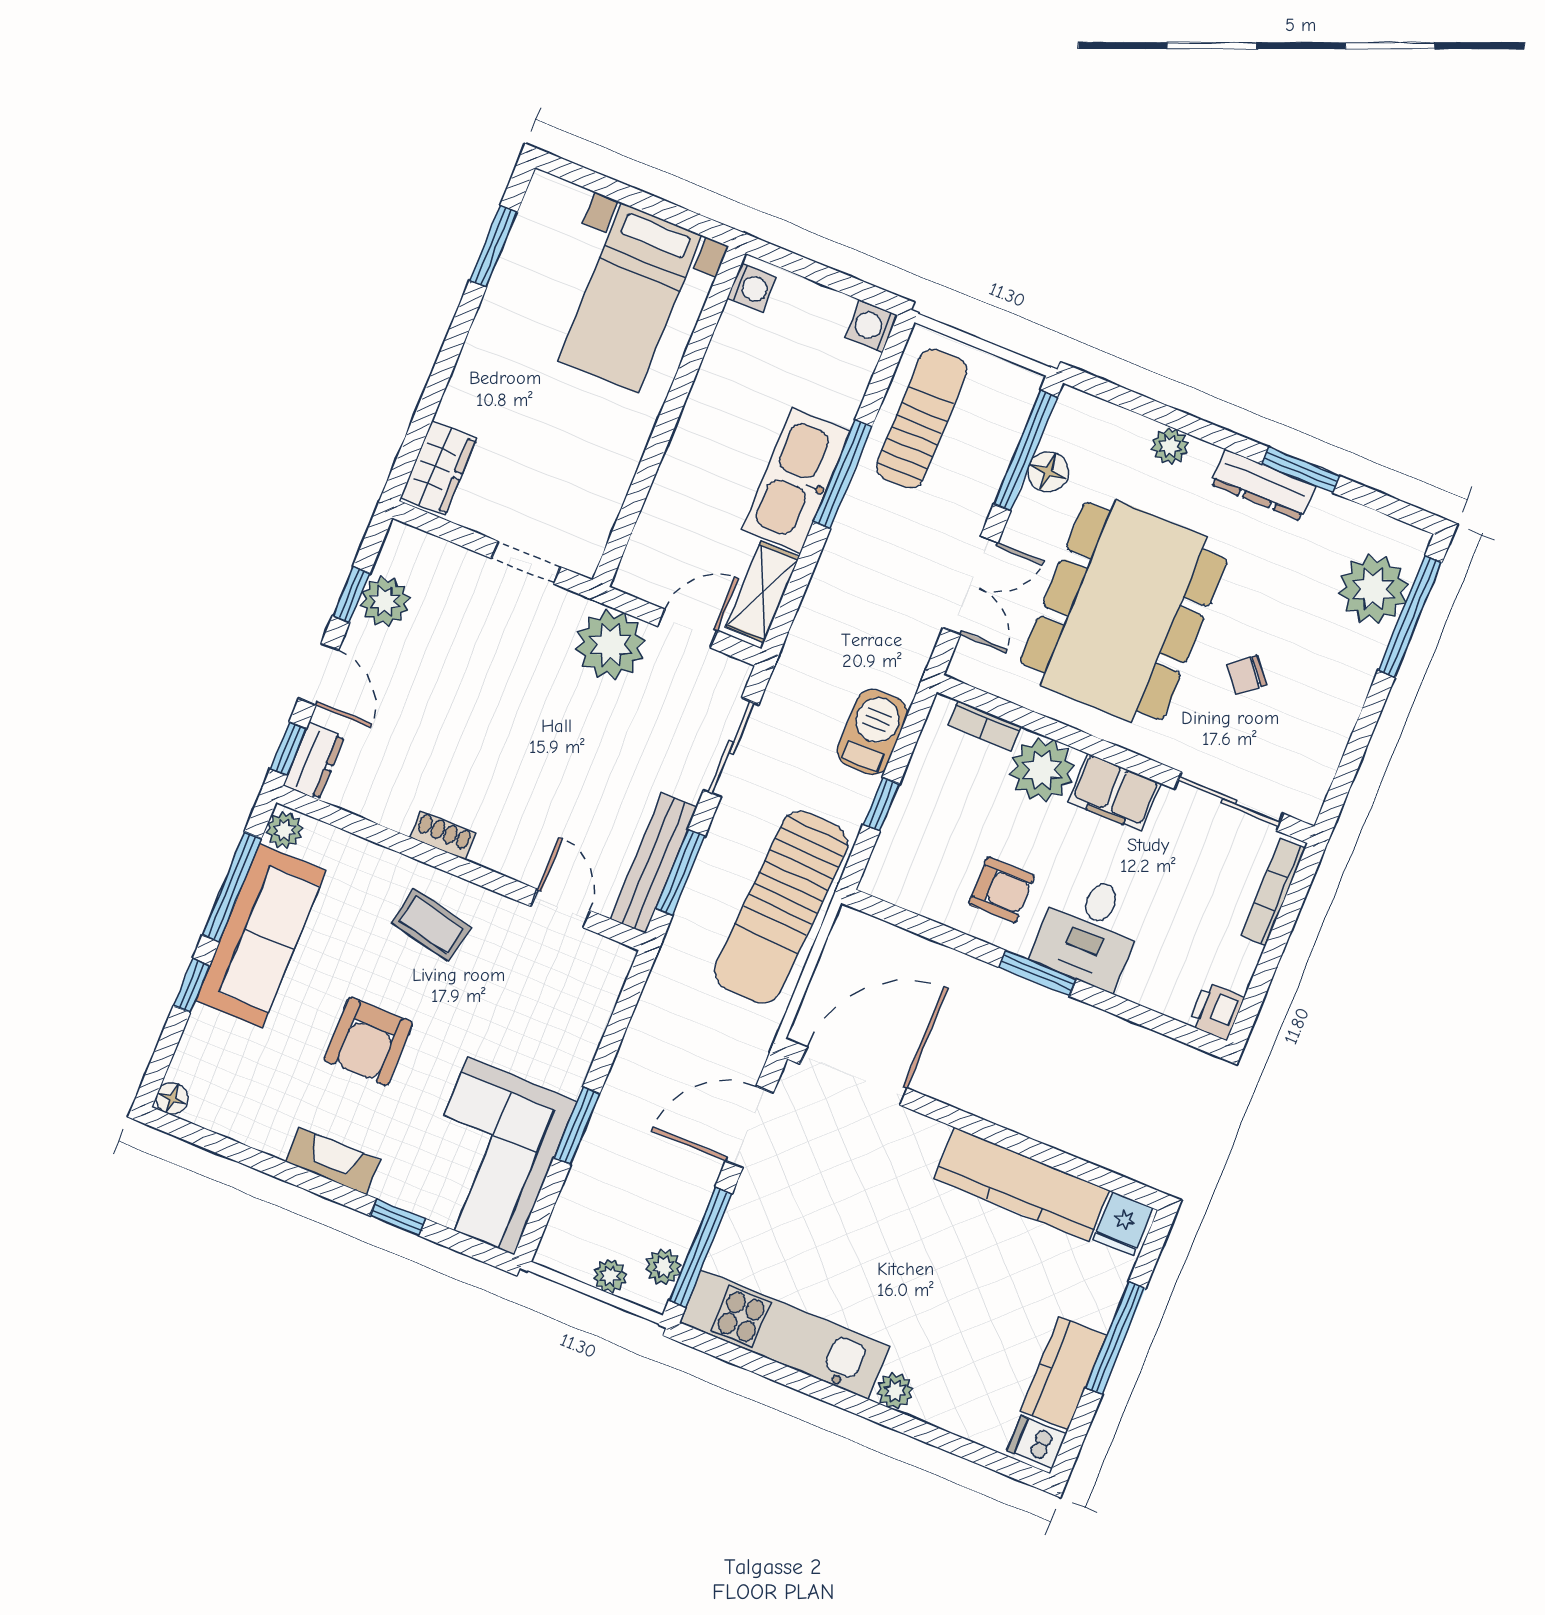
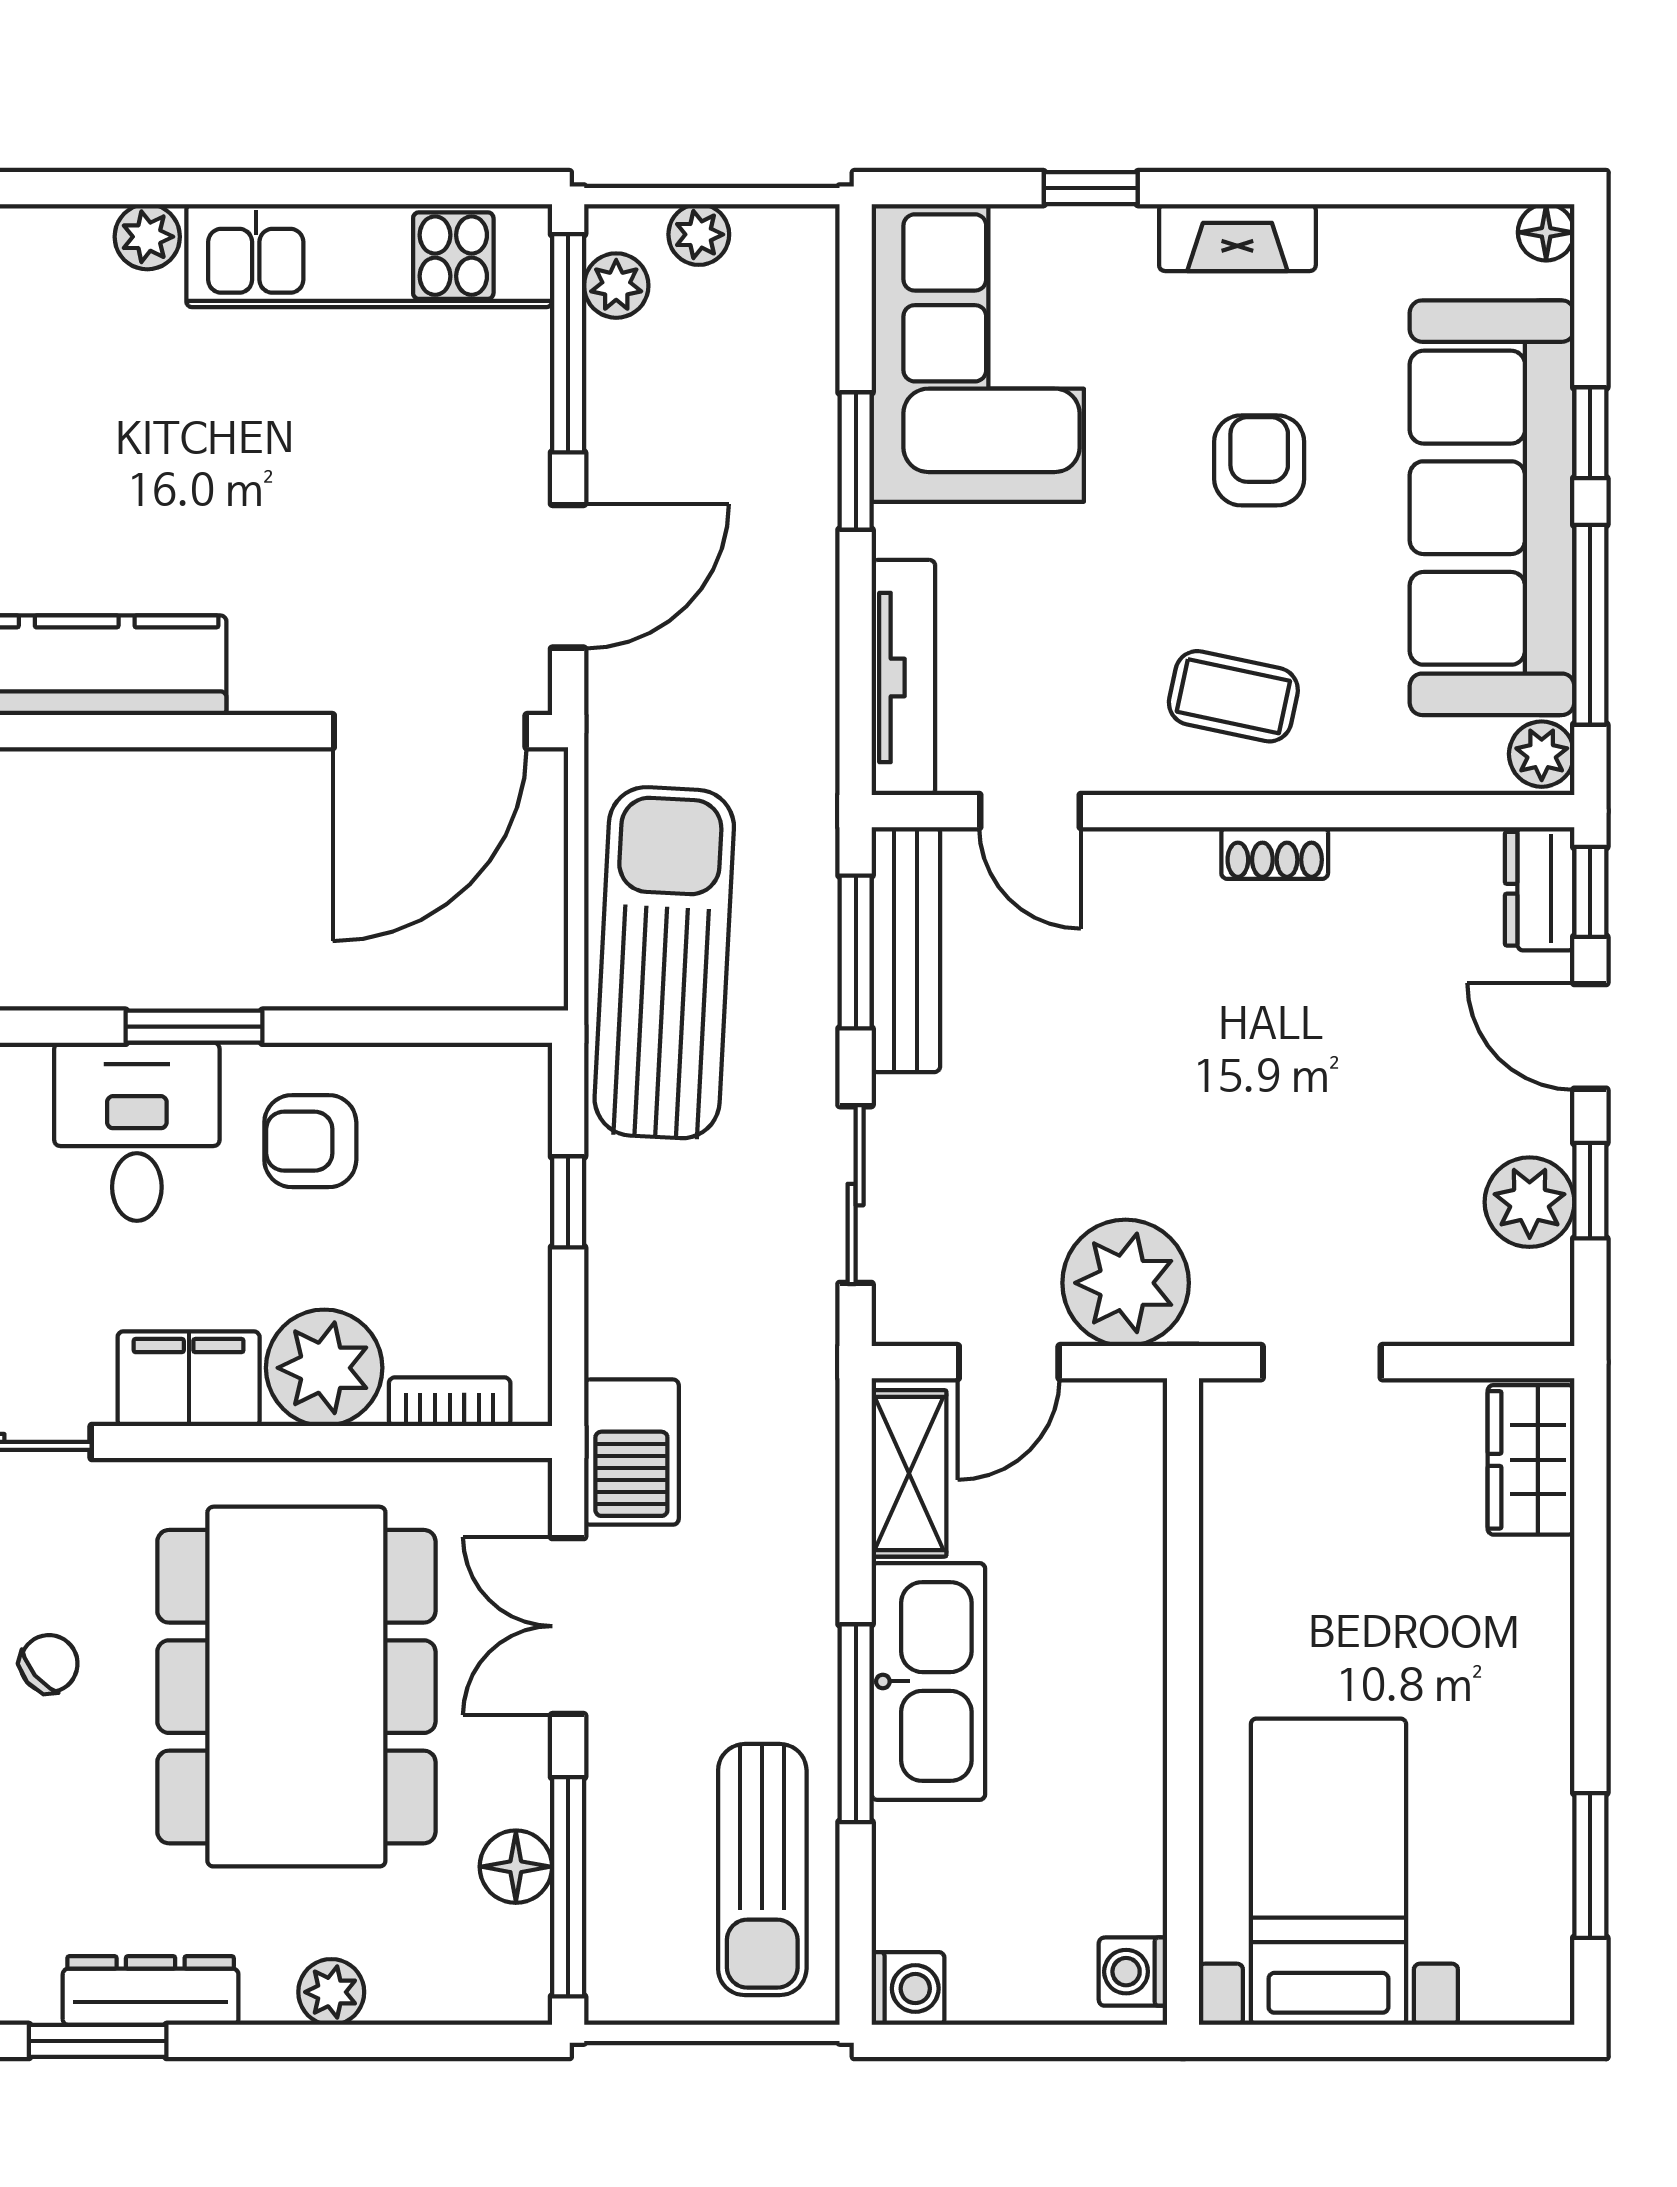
barbecue: (872, 732) -> (631, 1452), moved
sofa: (261, 936) -> (1492, 508), width x1.36, depth x1.27
tv unit: (598, 1004) -> (903, 678), added
armchair: (368, 1041) -> (1259, 460), width x0.72, depth x0.72

